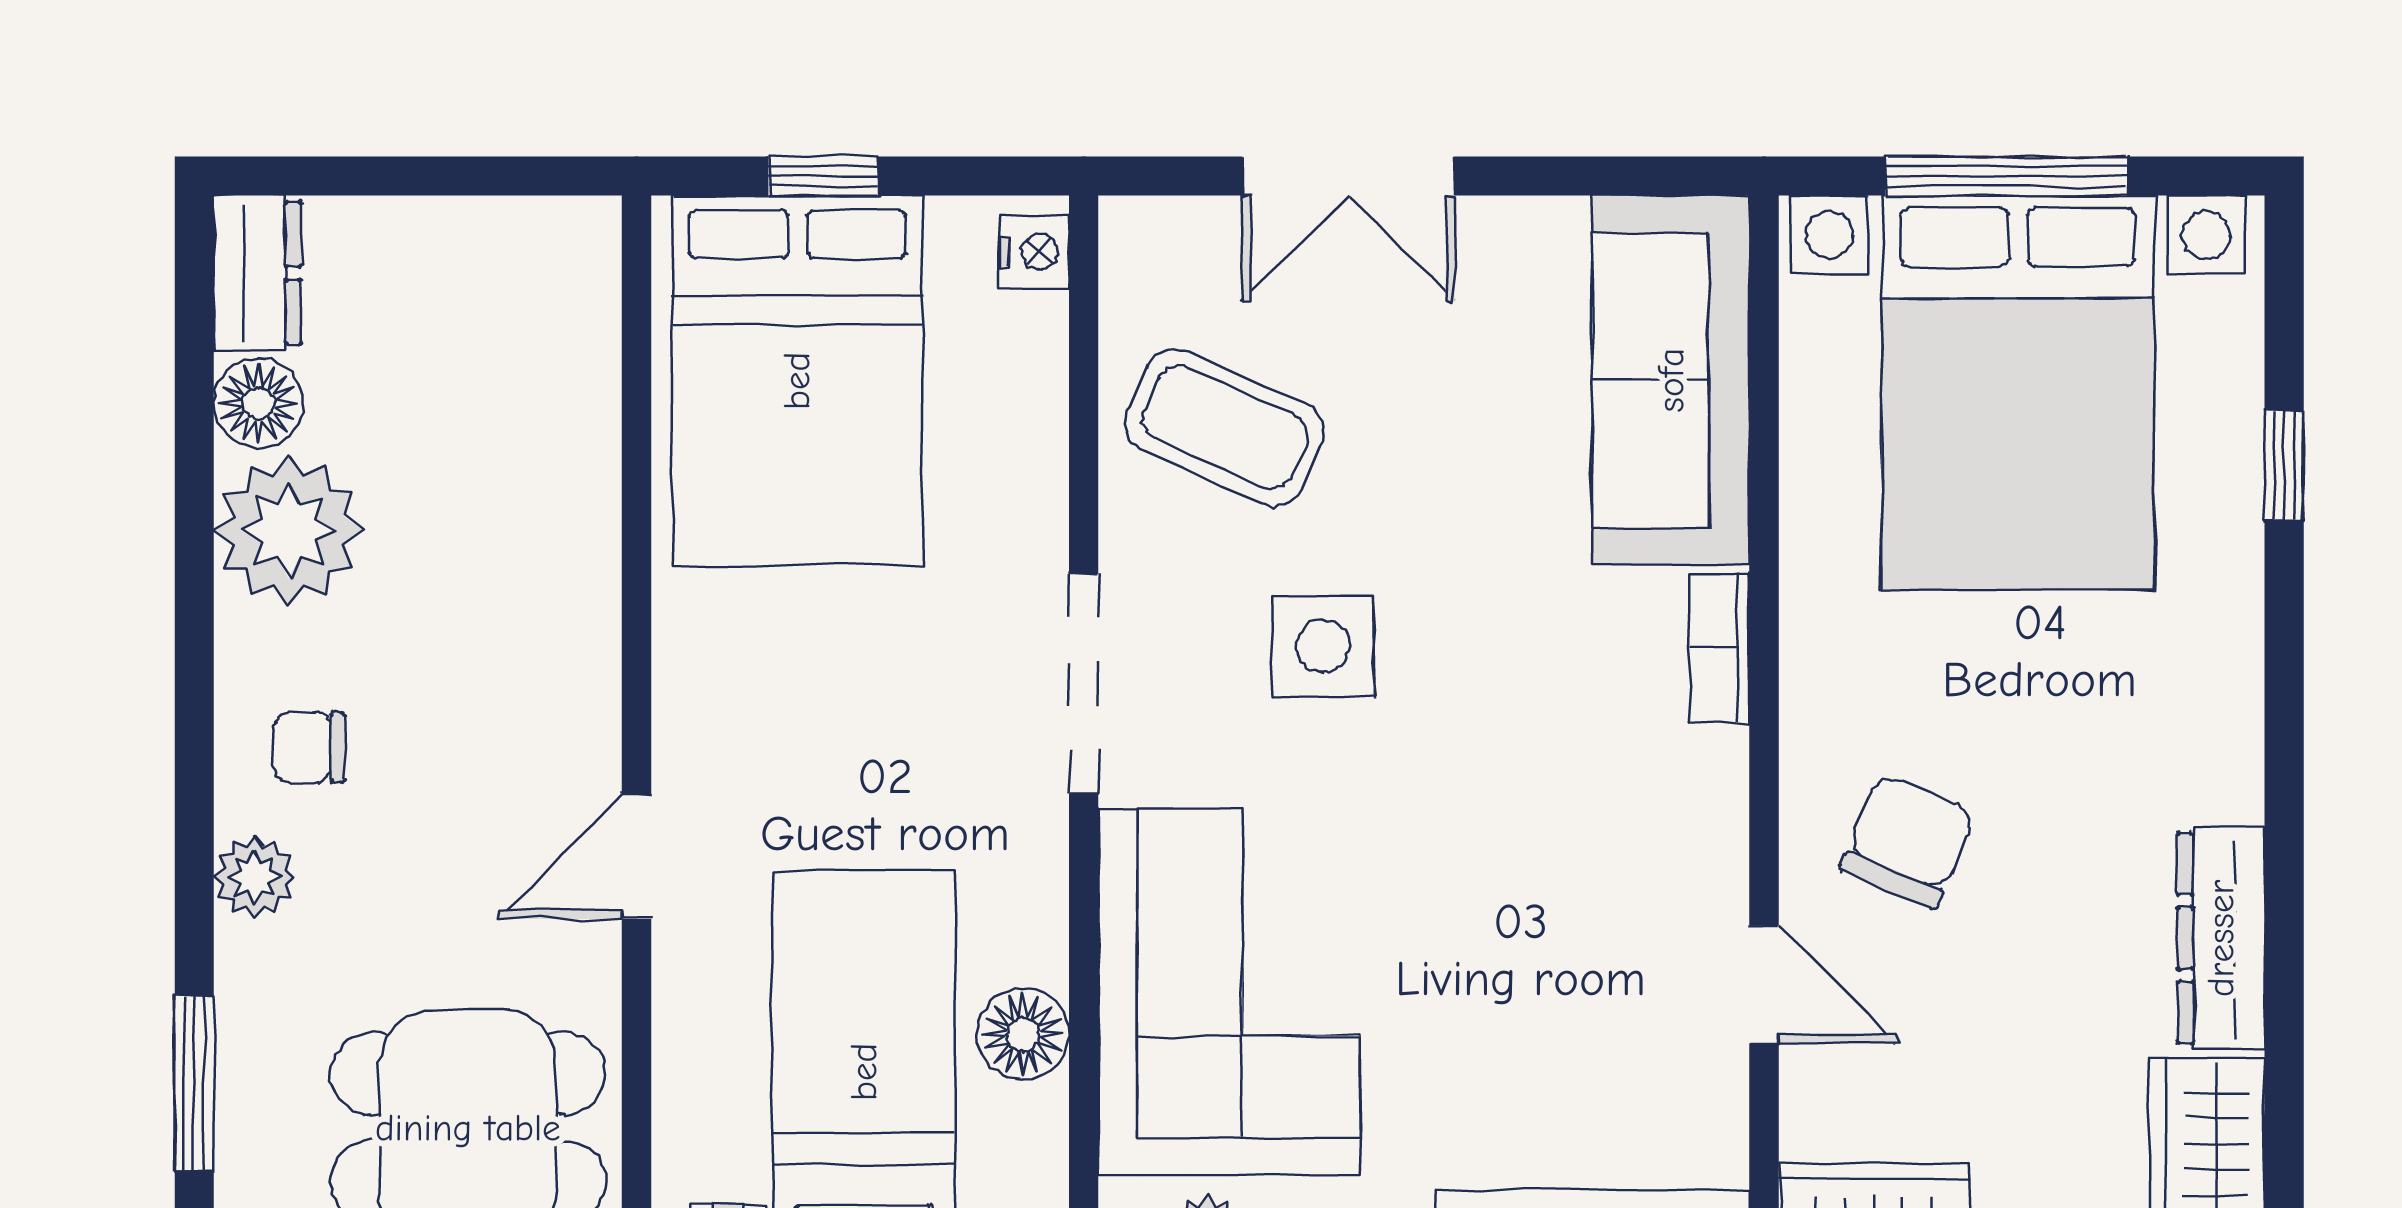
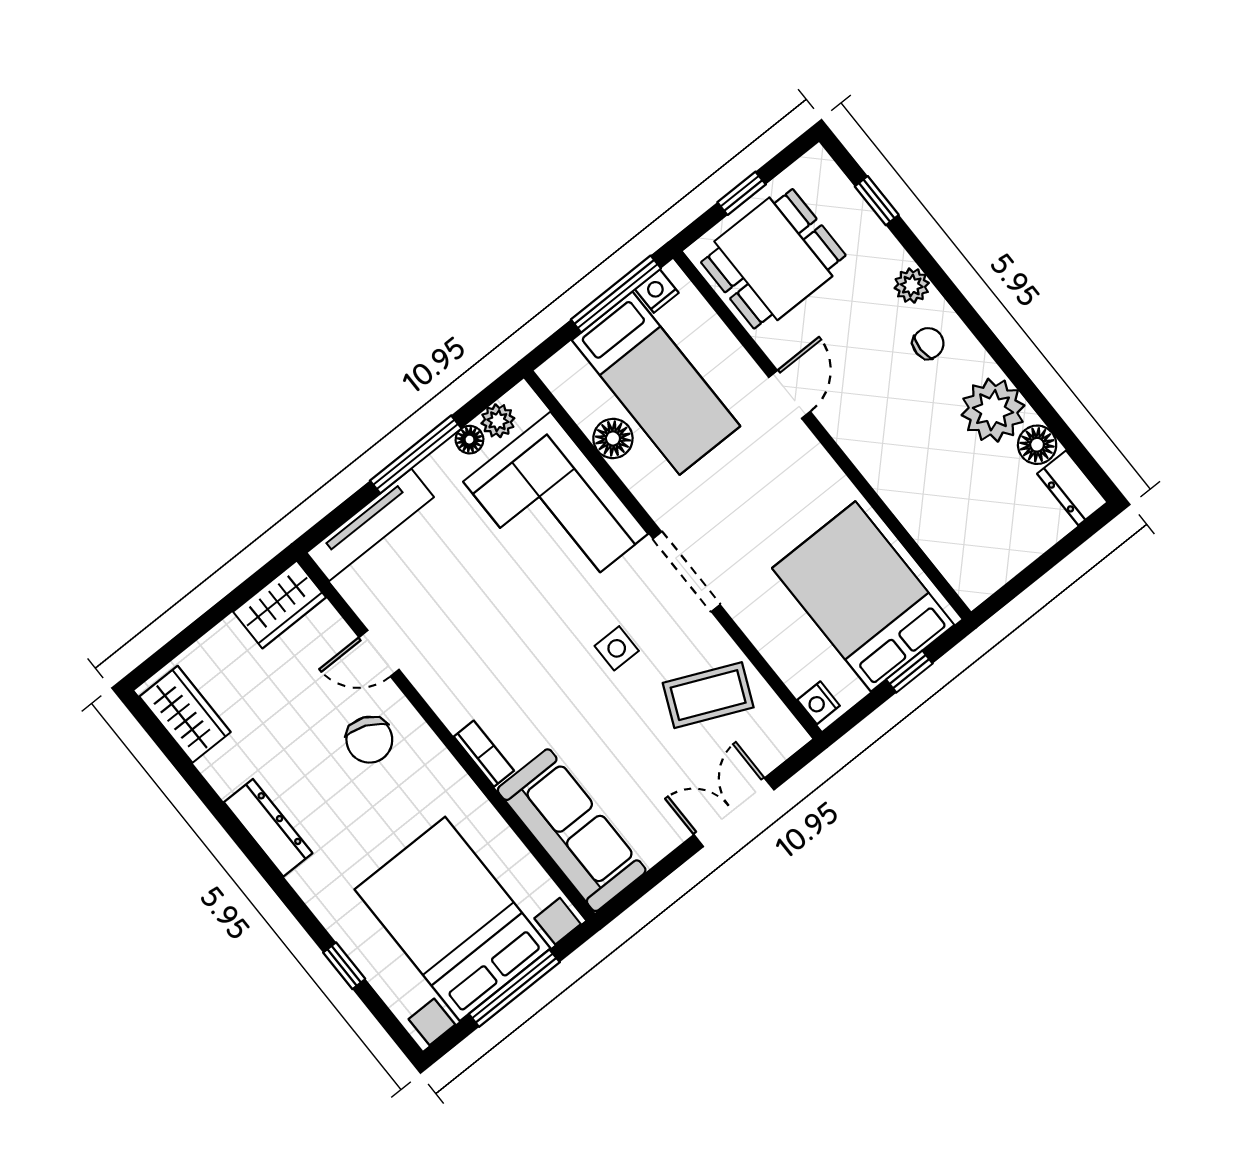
side table: (1323, 646) -> (617, 648), width x0.73, depth x0.73
dresser: (2221, 938) -> (268, 828), moved
window: (194, 1083) -> (877, 201), width x0.67

